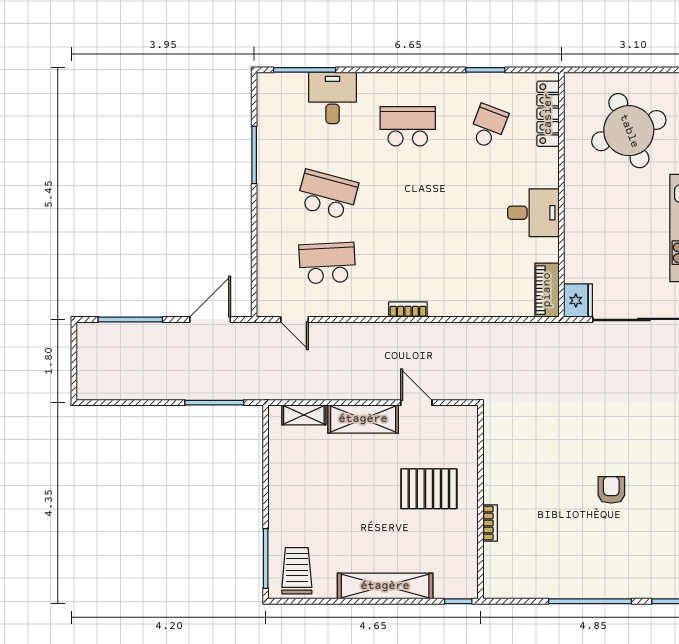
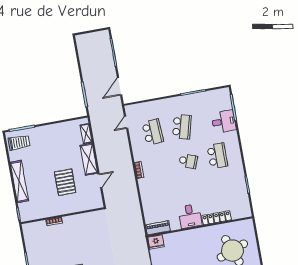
locker: (548, 114) -> (216, 218), moved
school desk: (488, 126) -> (188, 161), moved
door: (210, 319) -> (120, 86), swing flipped
pallet: (429, 489) -> (65, 182), moved

